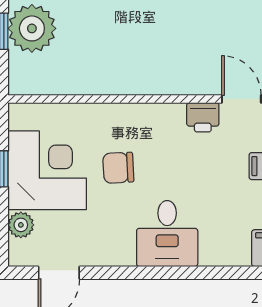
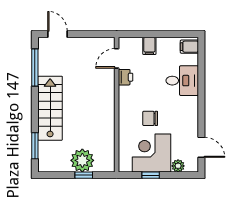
chair: (118, 168) -> (150, 118), turned 93
desk: (167, 234) -> (182, 81), moved

